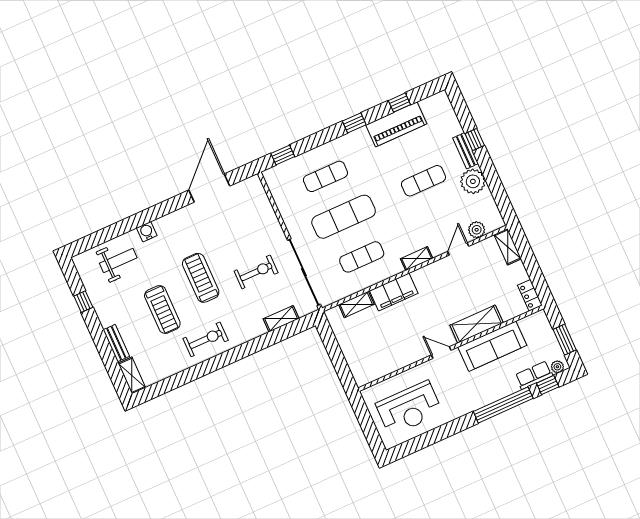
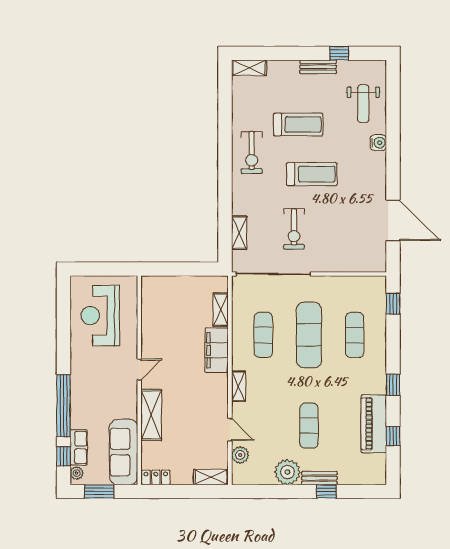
treadmill: (162, 310) -> (298, 124), turned 180
bench: (116, 343) -> (318, 67), moved
sofa: (492, 346) -> (124, 452), moved

